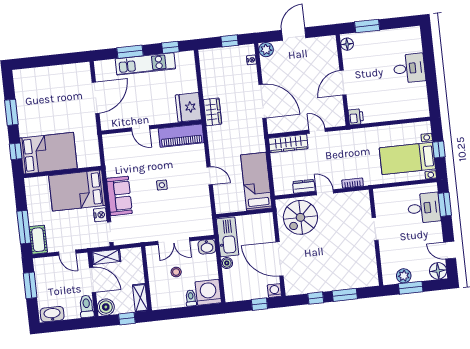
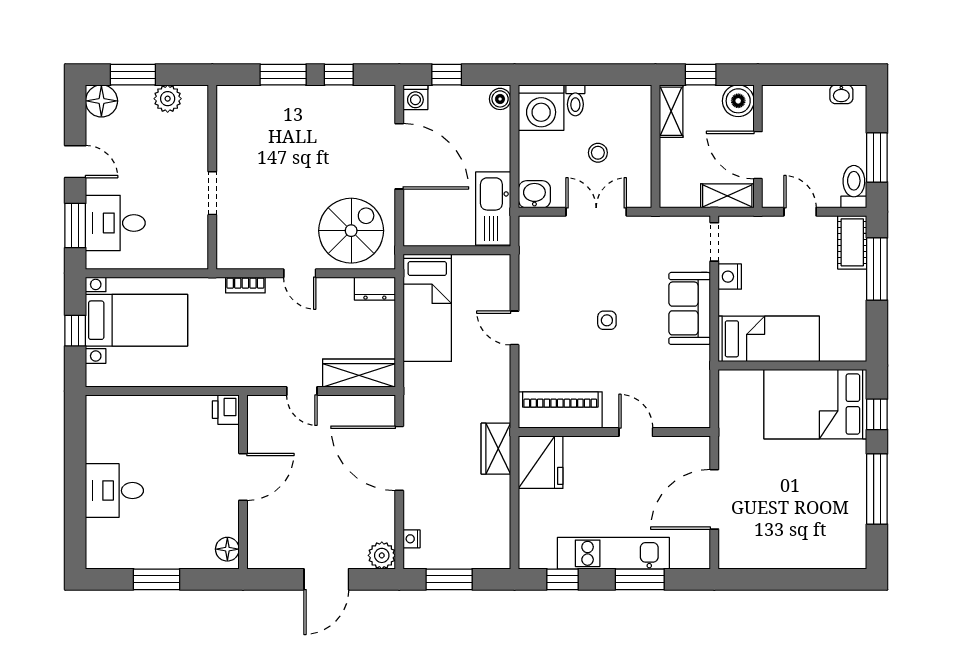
window: (367, 26) -> (157, 579), moved
window: (230, 41) -> (449, 579), width x1.50
window: (11, 112) -> (877, 489), width x1.44
dresser: (304, 186) -> (375, 289), moved
bed: (77, 191) -> (769, 339), width x0.67
door: (450, 250) -> (75, 162), moved
boiler: (227, 263) -> (500, 99), moved
window: (411, 288) -> (133, 75), moved
toilet: (87, 306) -> (854, 187), moved, turned 180
washbasin: (52, 314) -> (841, 94), width x0.52, depth x0.69

